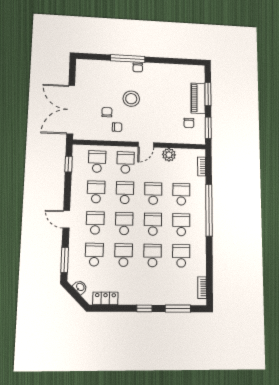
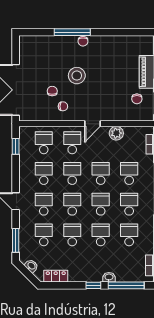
washbasin: (161, 300) -> (109, 277), added
window: (178, 309) -> (126, 285), width x1.44

